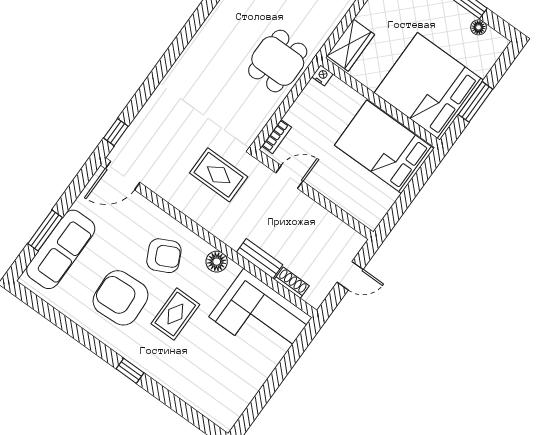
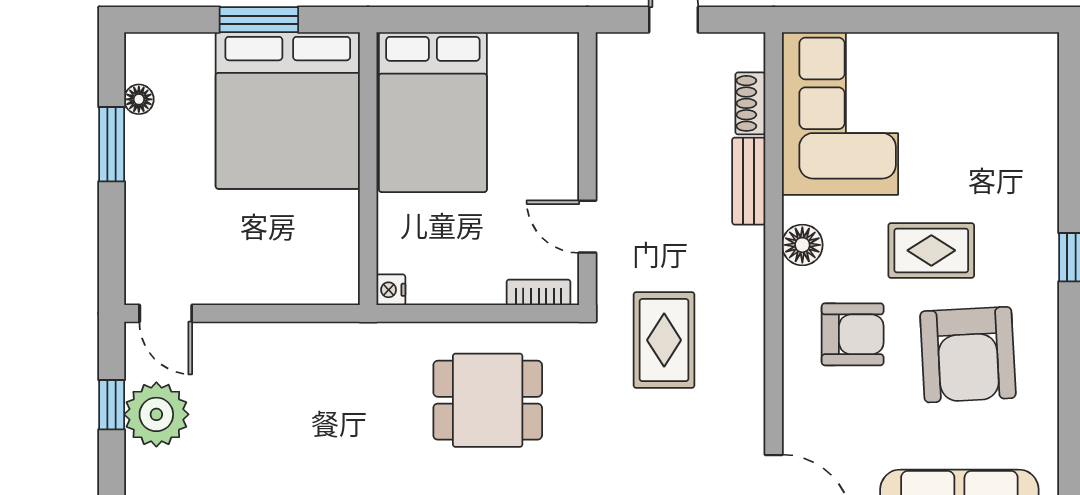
wardrobe: (351, 45) -> (311, 280), removed
dining table: (278, 61) -> (488, 400), moved
armchair: (164, 256) -> (853, 334), turned 116

